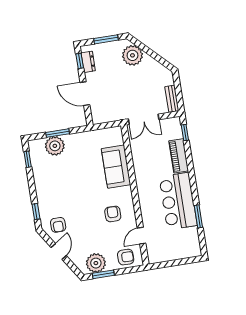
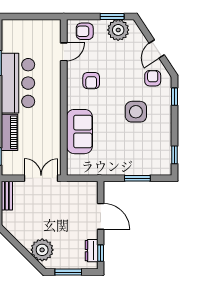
plant: (55, 146) -> (143, 165), removed
side table: (68, 192) -> (136, 112), added

